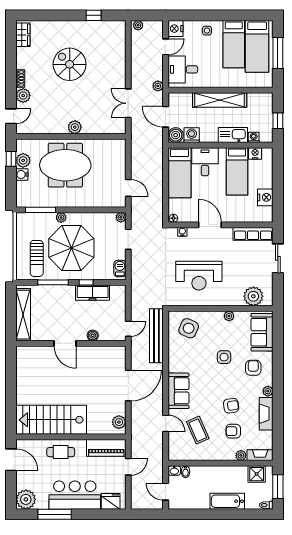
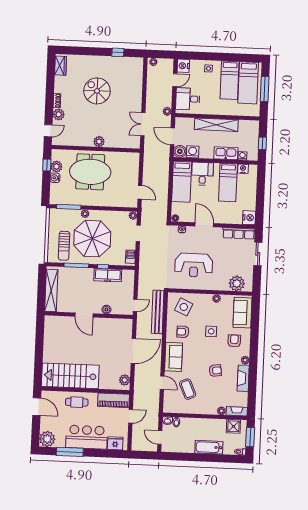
nightstand: (265, 197) -> (249, 218), moved
armchair: (233, 431) -> (183, 332), moved

